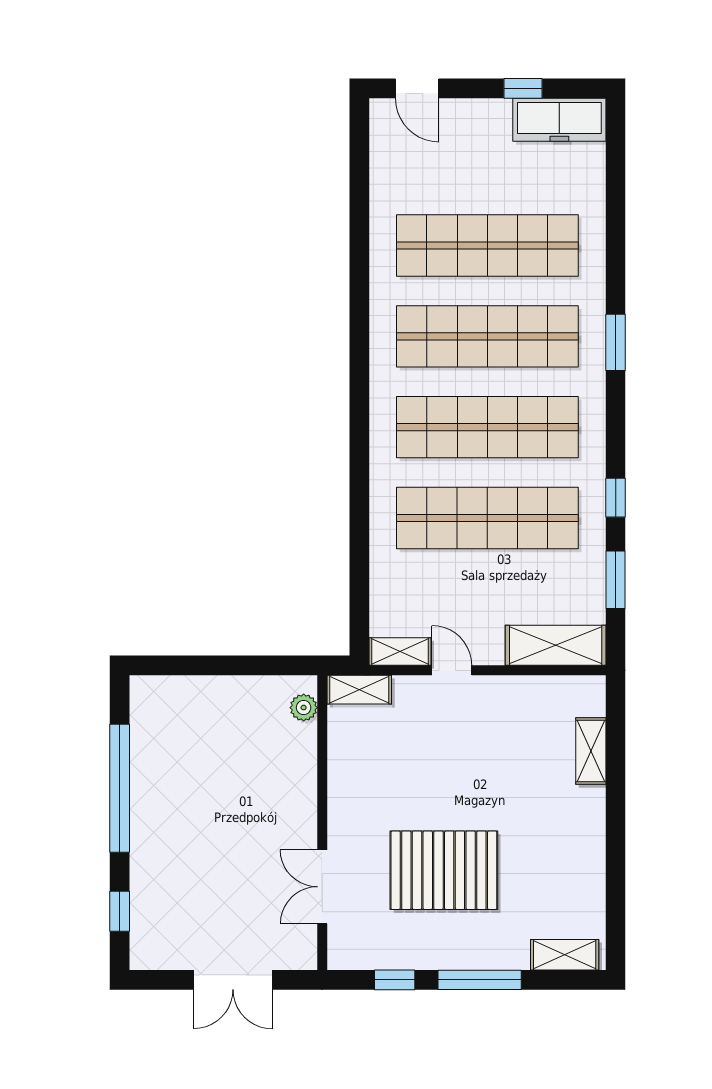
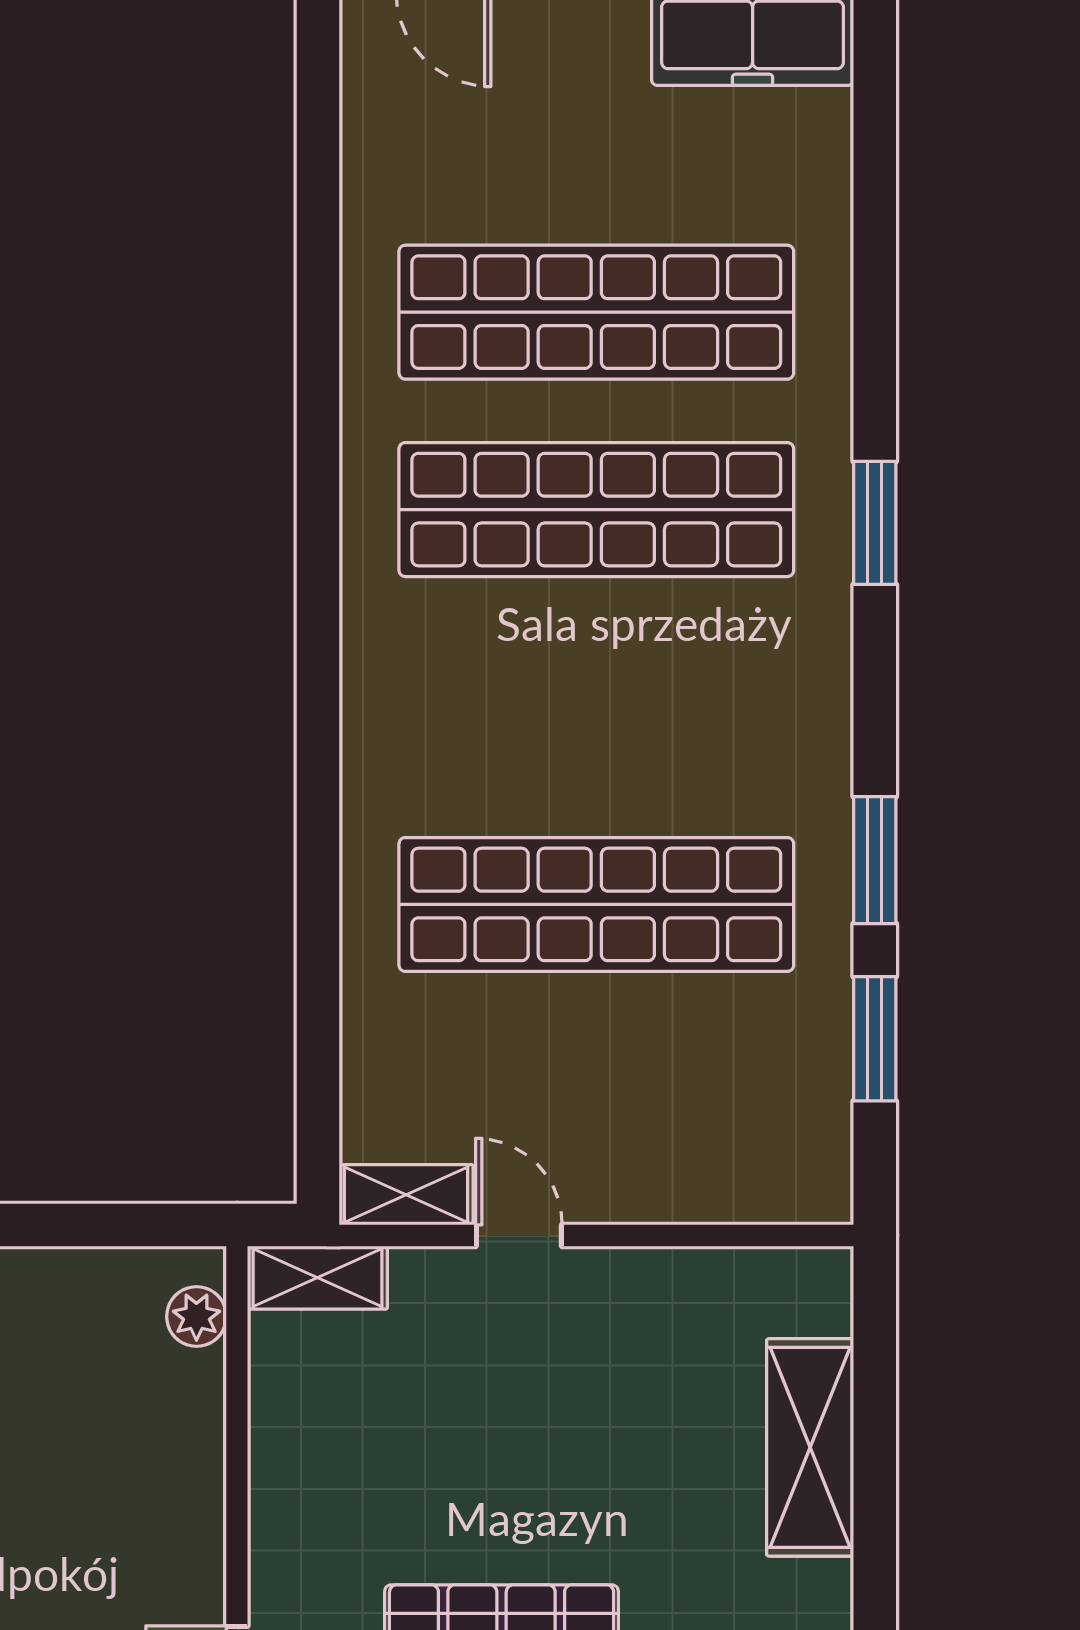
shop shelf: (487, 427) -> (596, 707), removed
window: (616, 498) -> (875, 860), width x1.50
shelving: (556, 645) -> (744, 1181), removed
shelving: (591, 751) -> (810, 1447), width x1.50, depth x1.33

